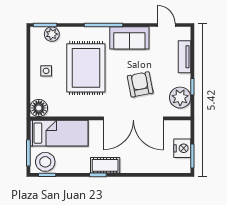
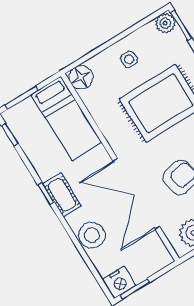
plant: (52, 34) -> (165, 23), moved
nightstand: (182, 148) -> (119, 282), moved
stool: (45, 162) -> (92, 235), moved

